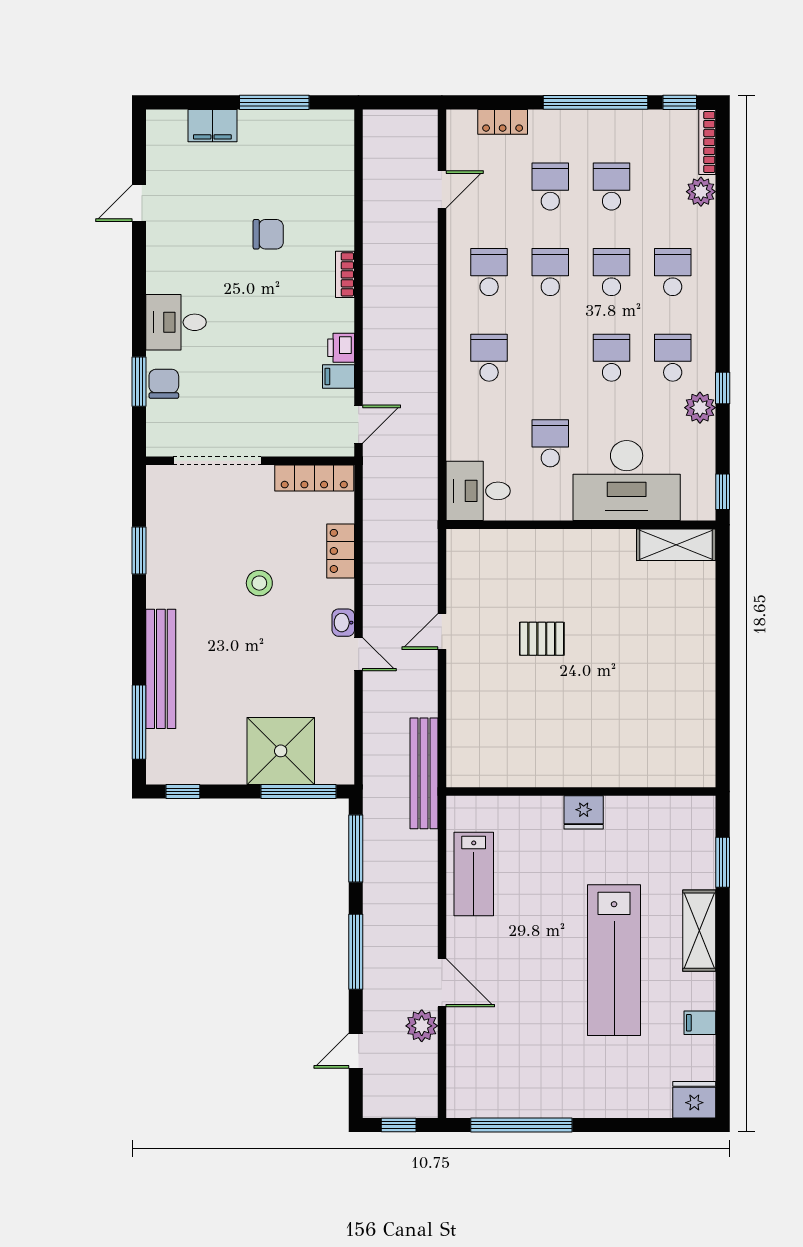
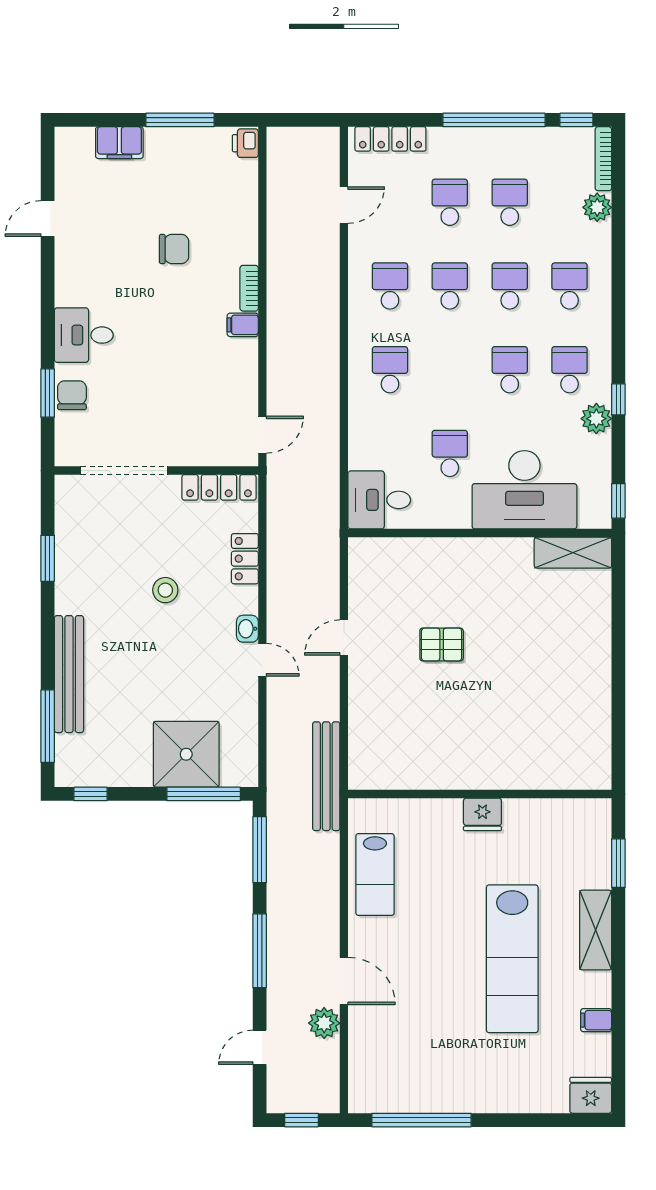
locker: (503, 122) -> (390, 139), width x1.53
printer: (341, 348) -> (245, 143), moved
filing cabinet: (338, 376) -> (243, 325), moved

